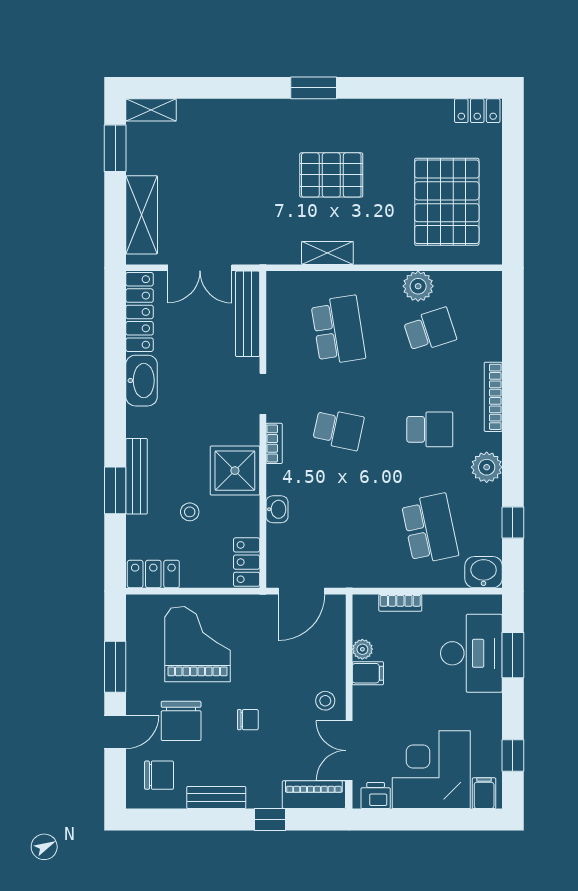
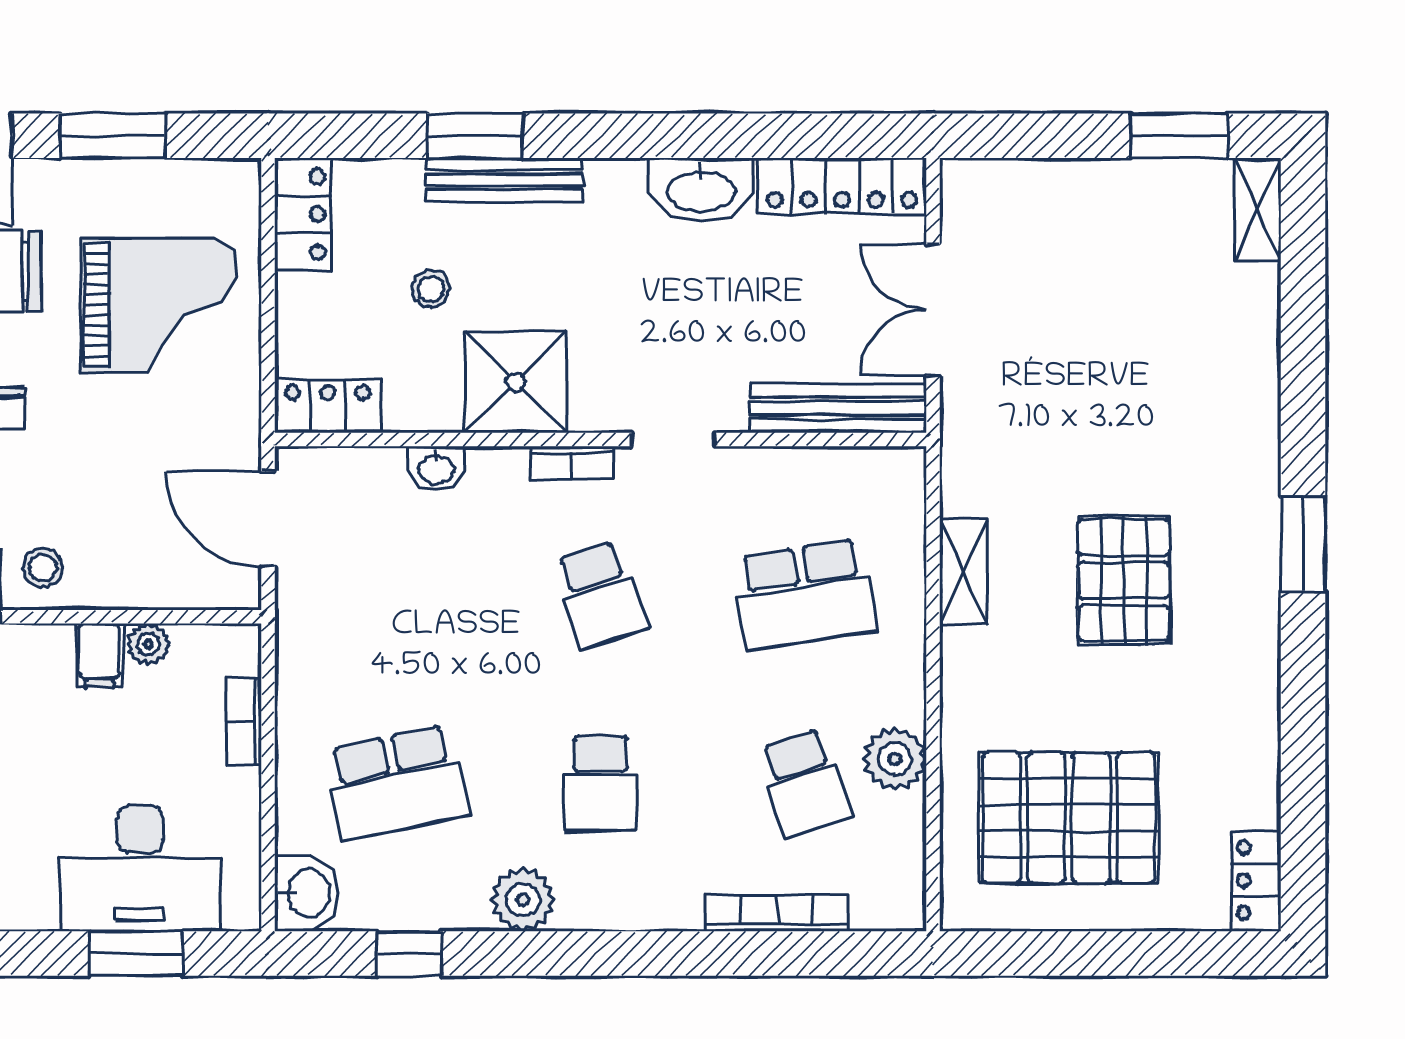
shelving: (142, 215) -> (1042, 190), removed
bookcase: (493, 397) -> (776, 913), moved
school desk: (338, 429) -> (600, 595), turned -30

